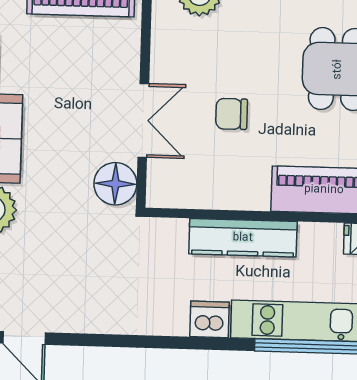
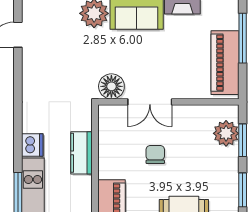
kitchen counter: (243, 238) -> (82, 153), width x0.67

